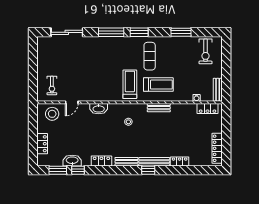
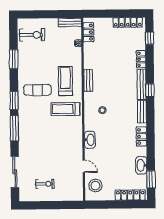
exercise bike: (52, 85) -> (45, 184), moved
locker: (42, 144) -> (130, 195), width x1.53
window: (78, 170) -> (149, 38), moved

